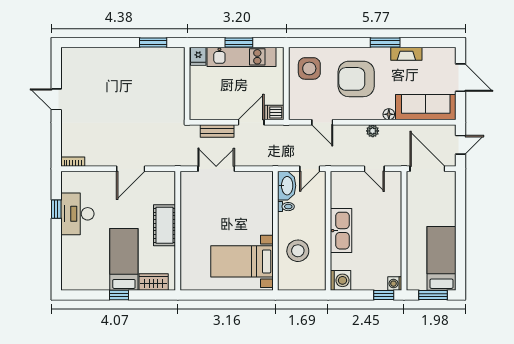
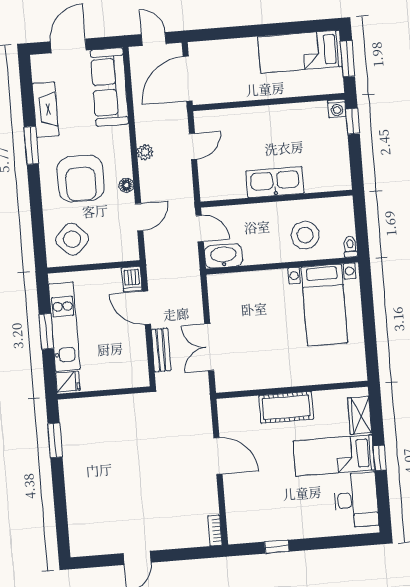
fireplace: (406, 54) -> (46, 110), width x1.37, depth x1.32
side table: (309, 68) -> (72, 239), turned 45
floor lamp: (389, 114) -> (126, 185), moved
toilet: (286, 207) -> (350, 247), moved
desk: (77, 214) -> (356, 500), moved, turned -90
washing machine: (340, 280) -> (338, 178), removed

